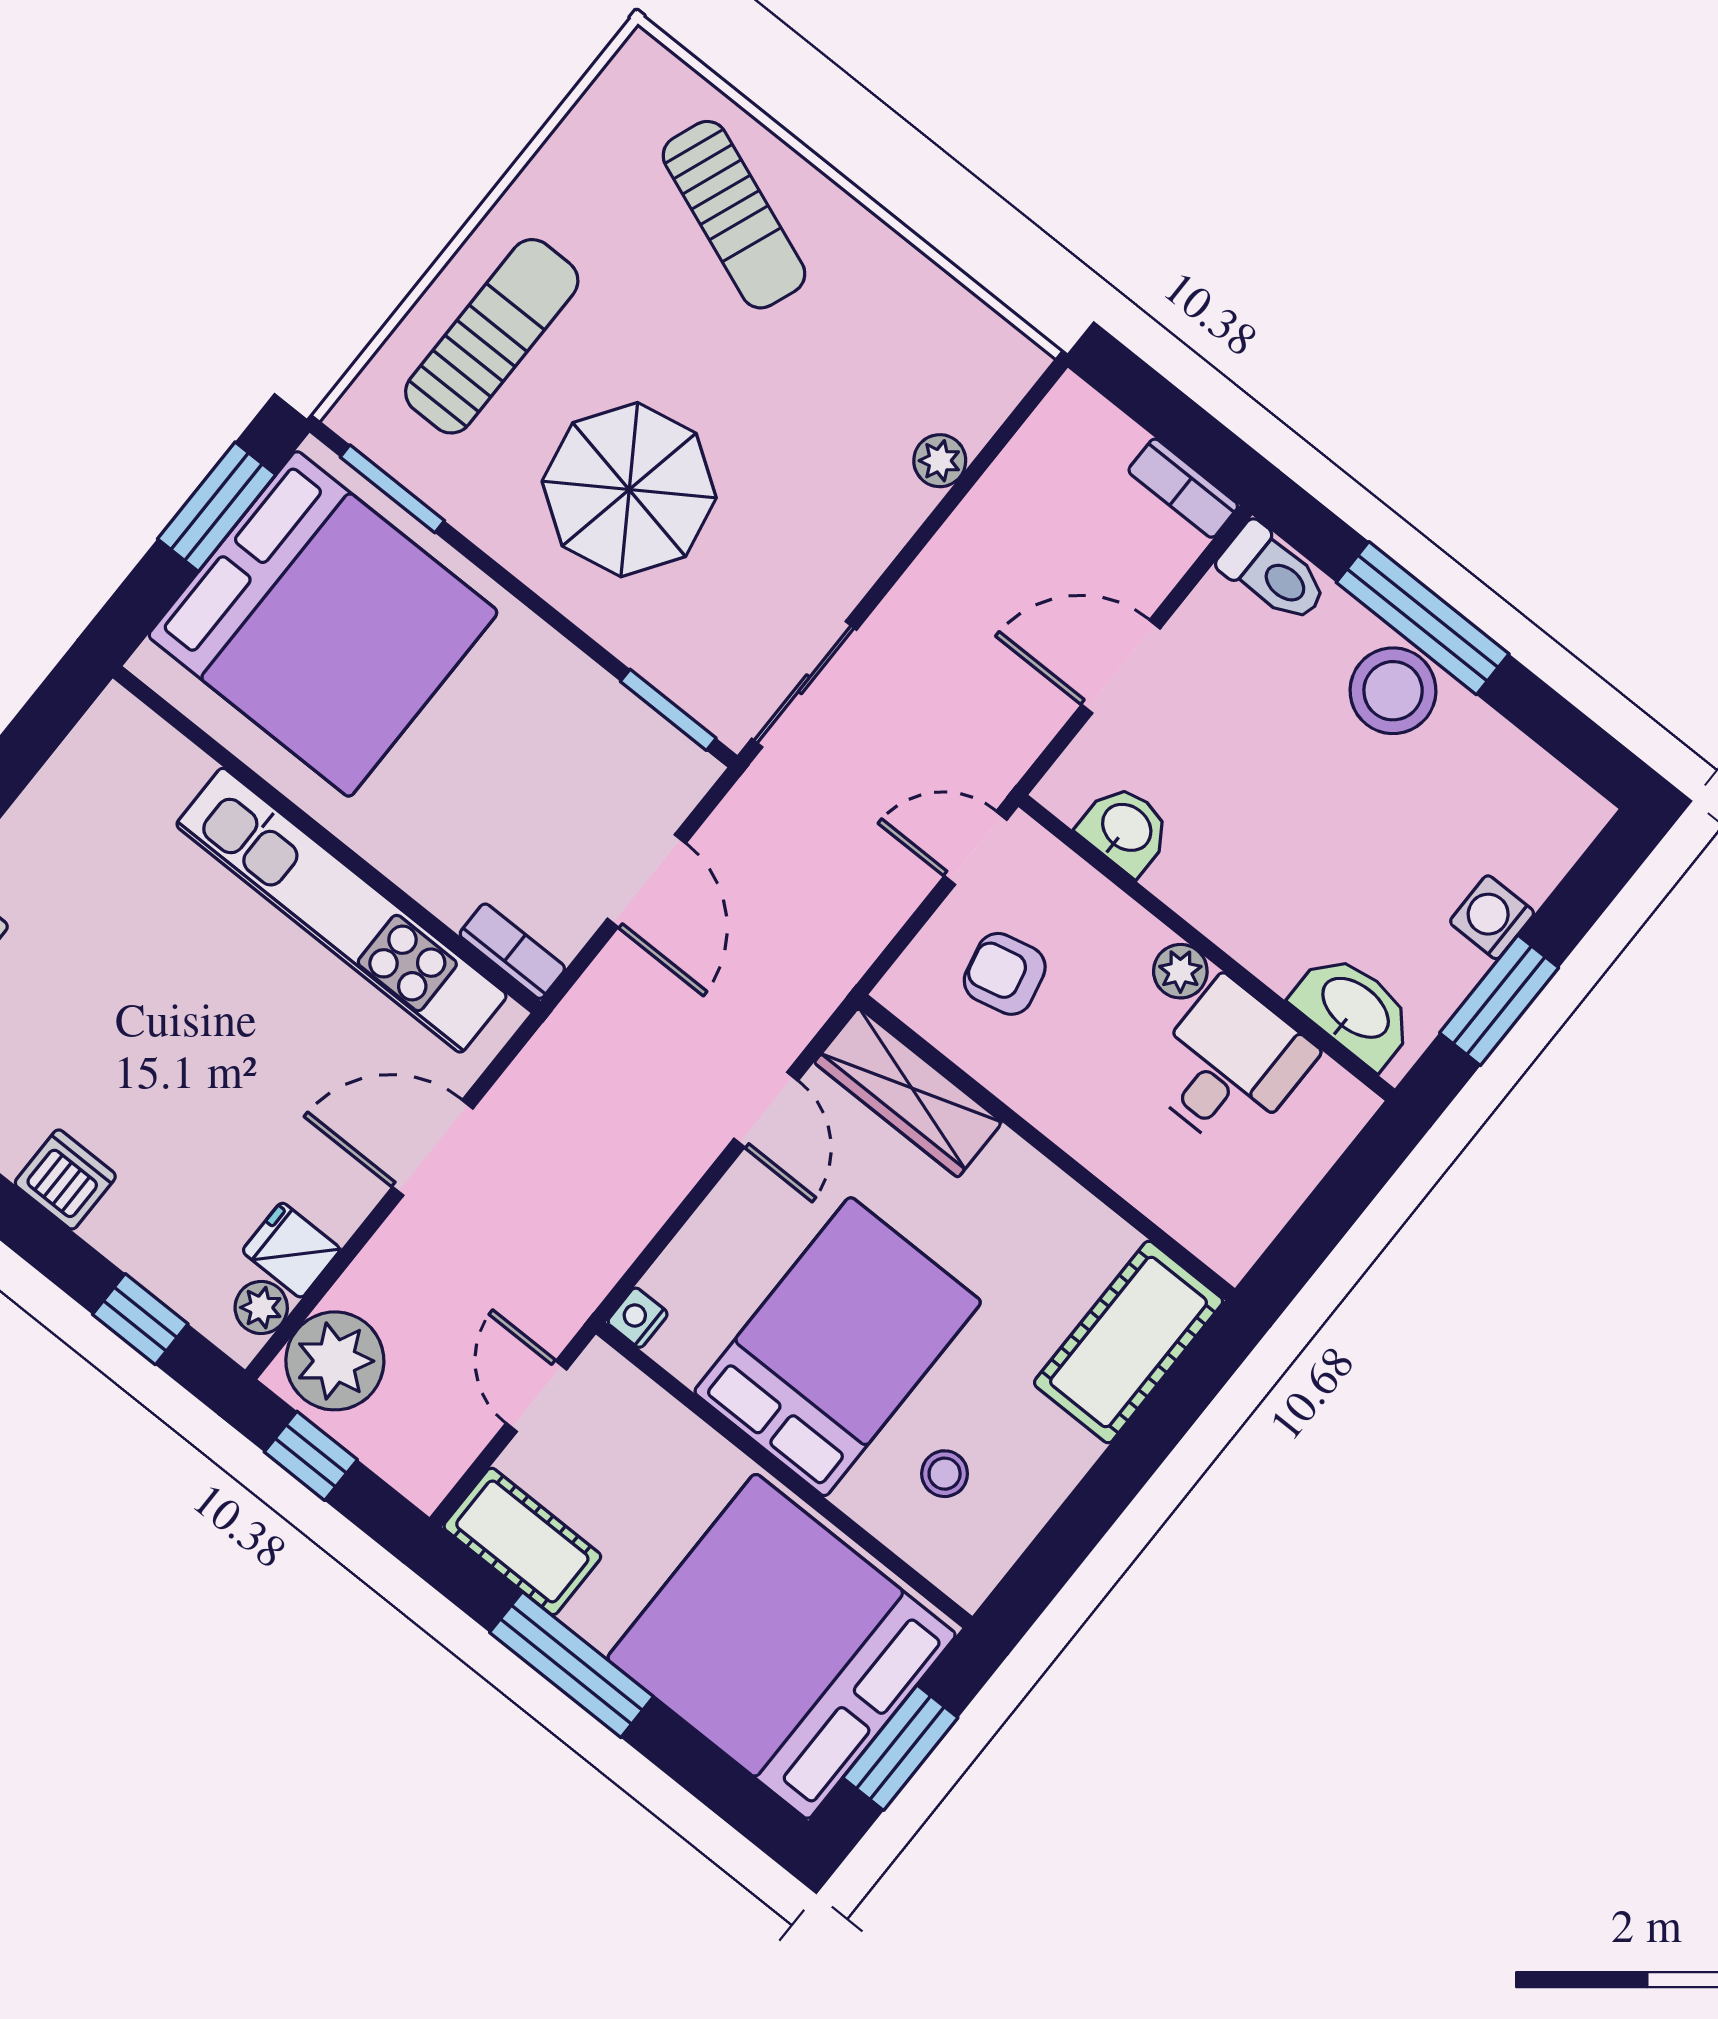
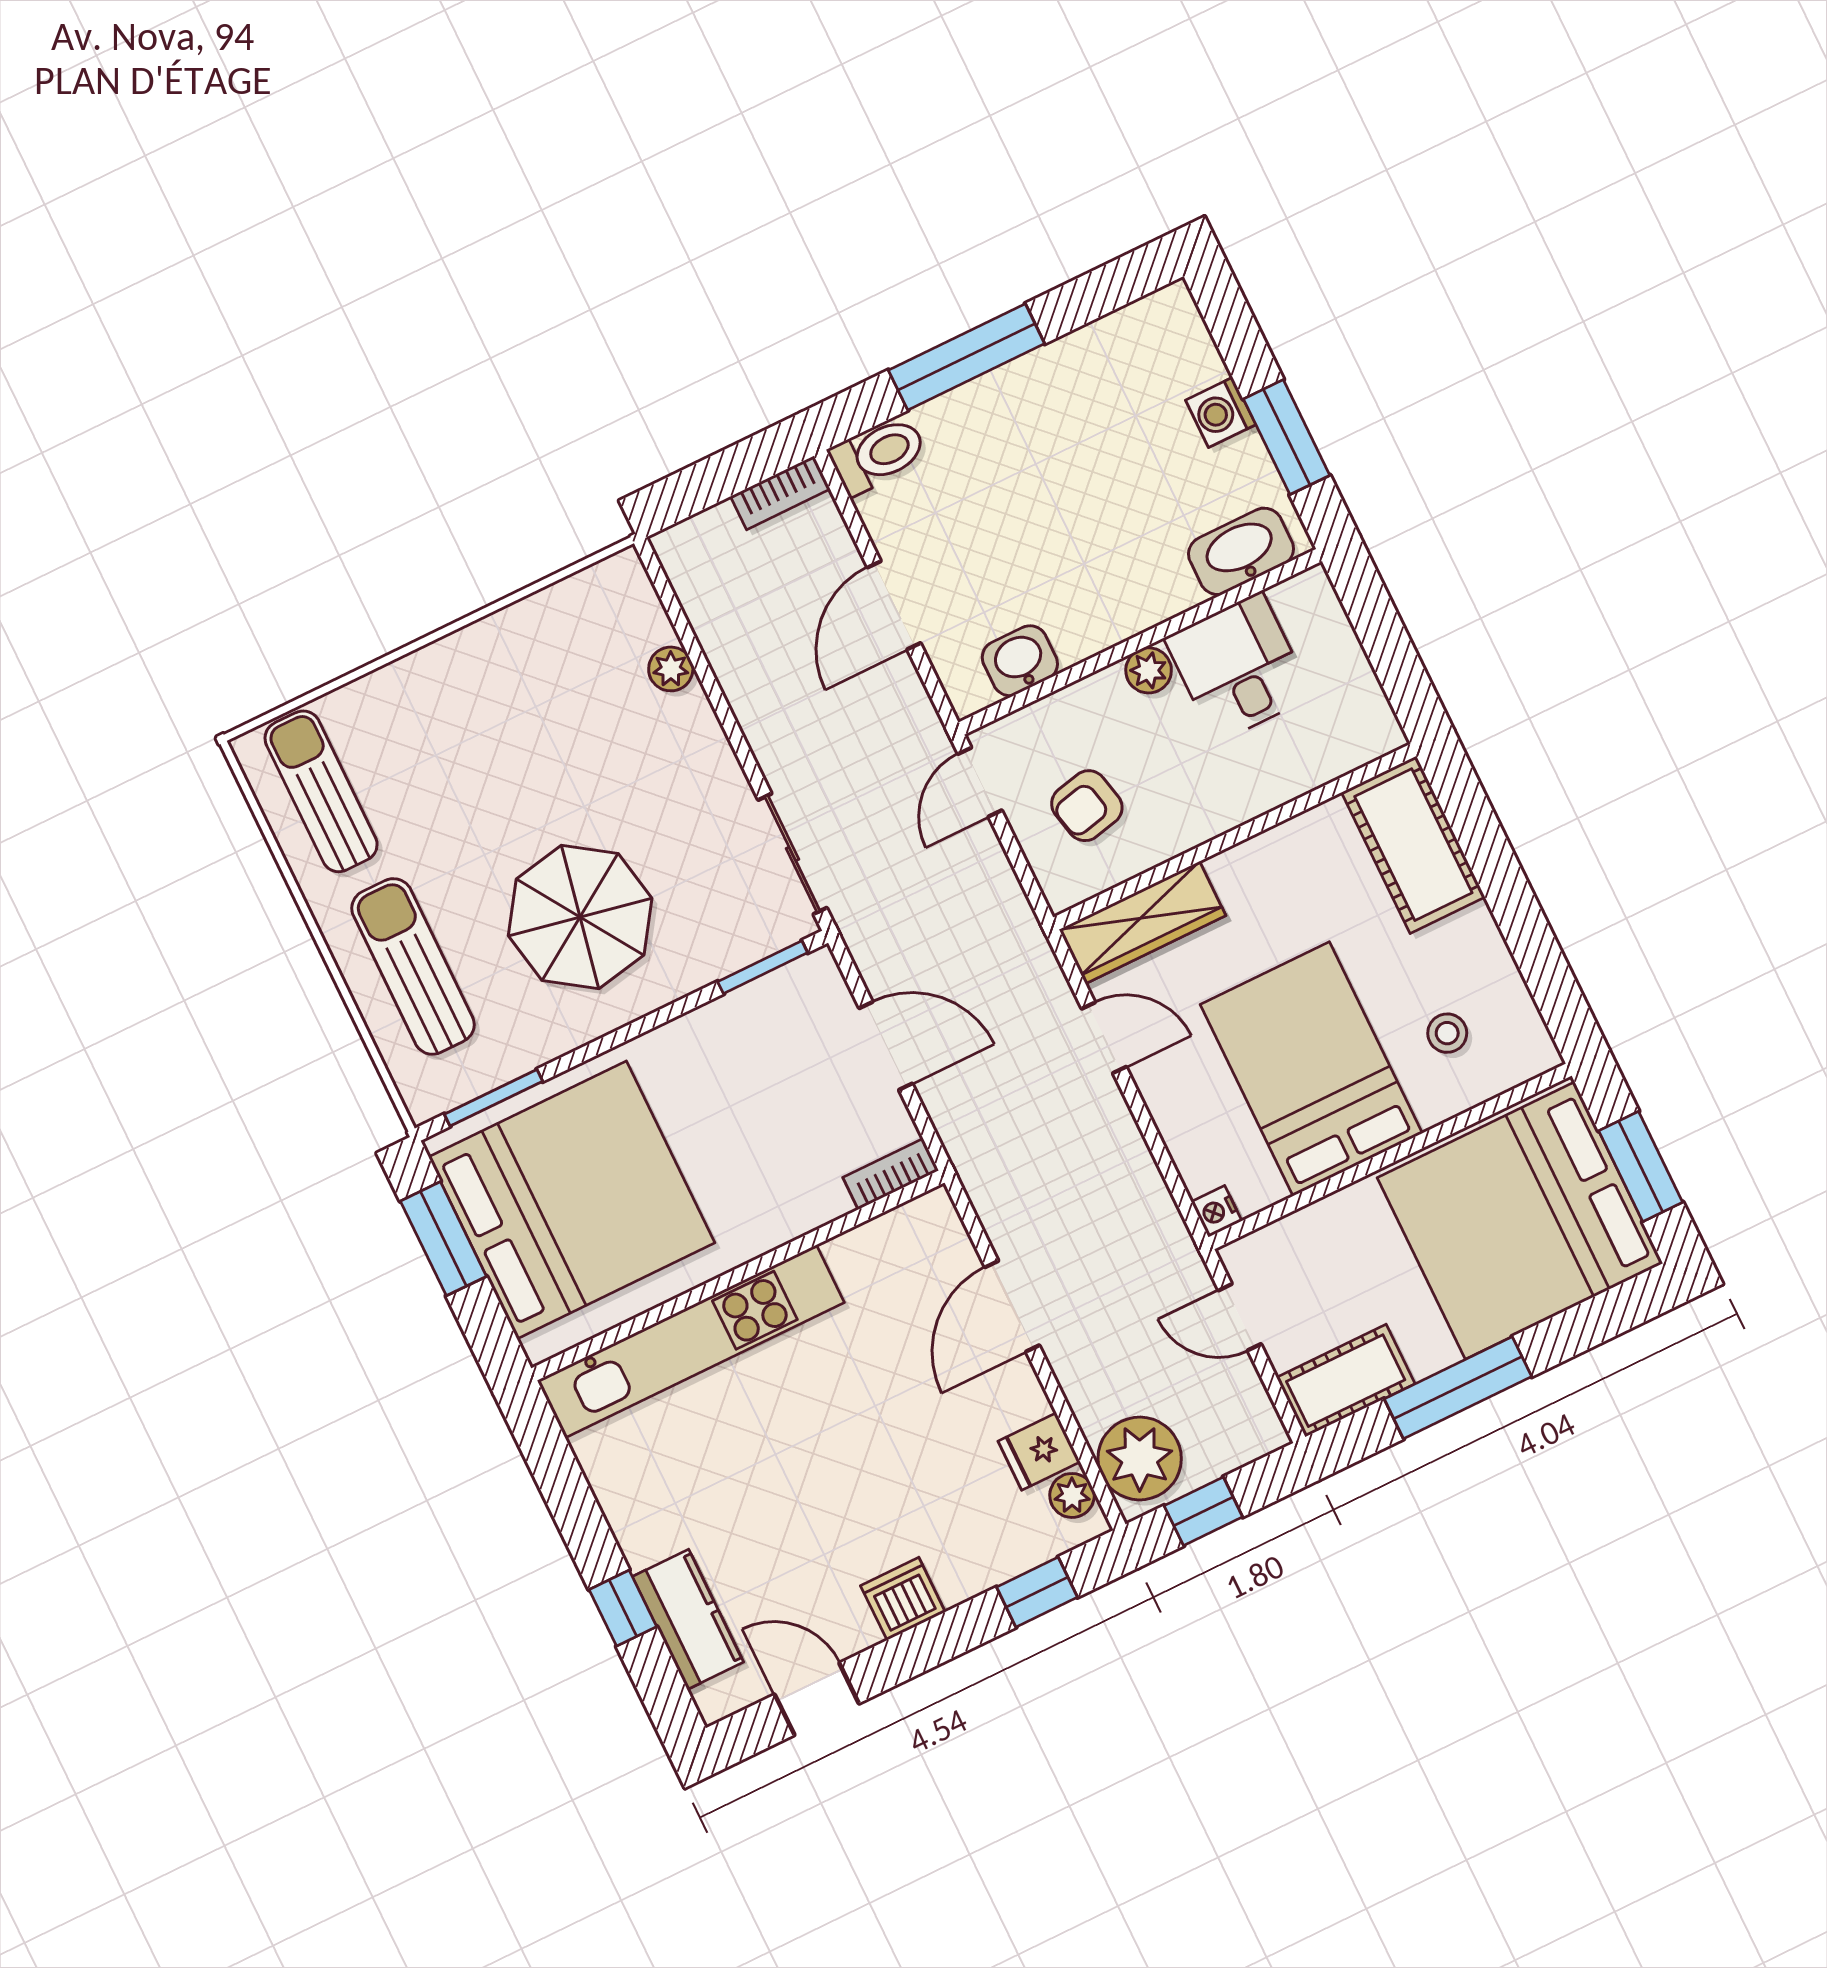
sun lounger: (734, 215) -> (321, 791), moved, turned -111
stool: (1393, 691) -> (1011, 406), removed
kitchen unit: (341, 910) -> (691, 1342), moved

